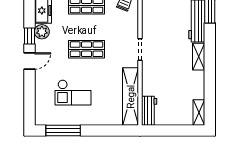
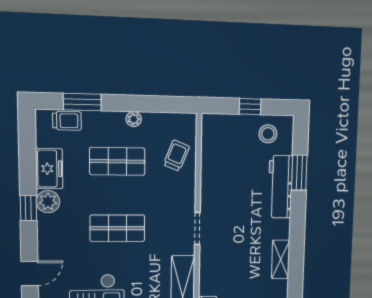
shelving: (199, 57) -> (281, 259), moved
door: (29, 61) -> (30, 274), moved

